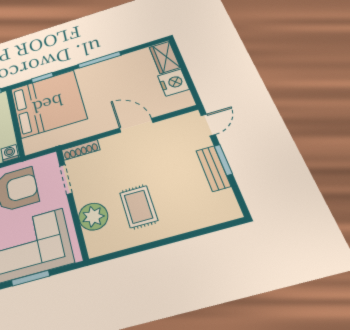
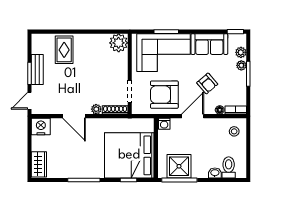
nightstand: (173, 82) -> (41, 127), moved, turned 90
plant: (107, 143) -> (96, 109), added
rug: (138, 207) -> (64, 50), moved
plant: (93, 217) -> (119, 43), moved

